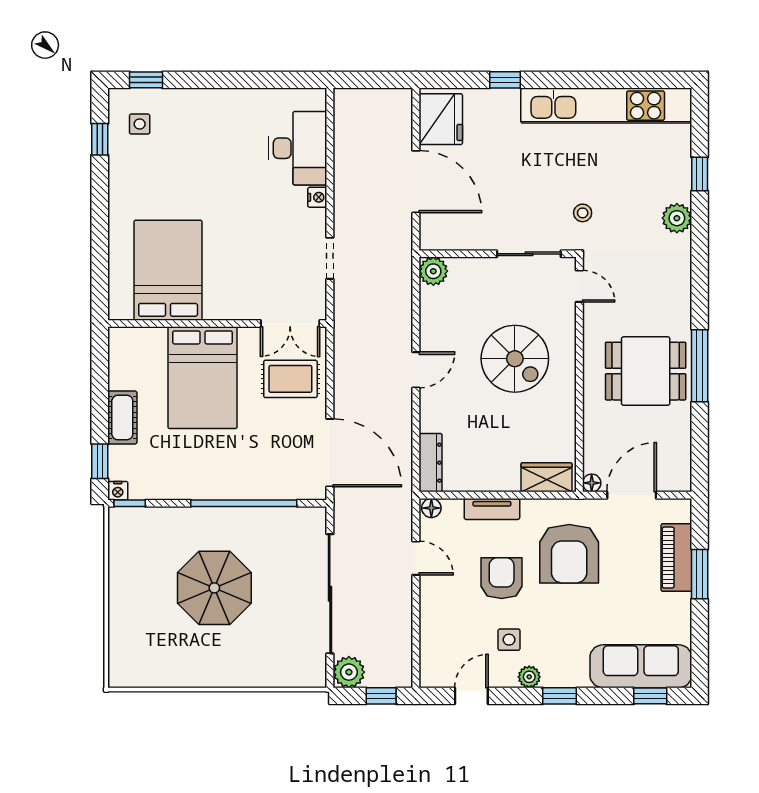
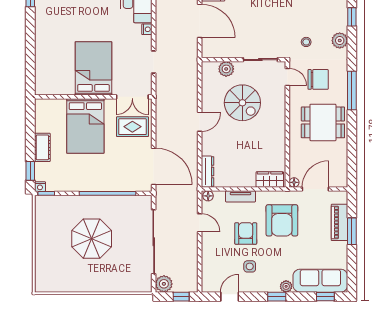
stool: (583, 213) -> (306, 42), moved
bed: (168, 270) -> (93, 68), moved
plant: (433, 271) -> (226, 69), moved
chair: (637, 291) -> (318, 79), added
spiral stairs: (515, 359) -> (242, 103), moved
window: (700, 366) -> (352, 91), moved
plant: (529, 677) -> (286, 286), moved

